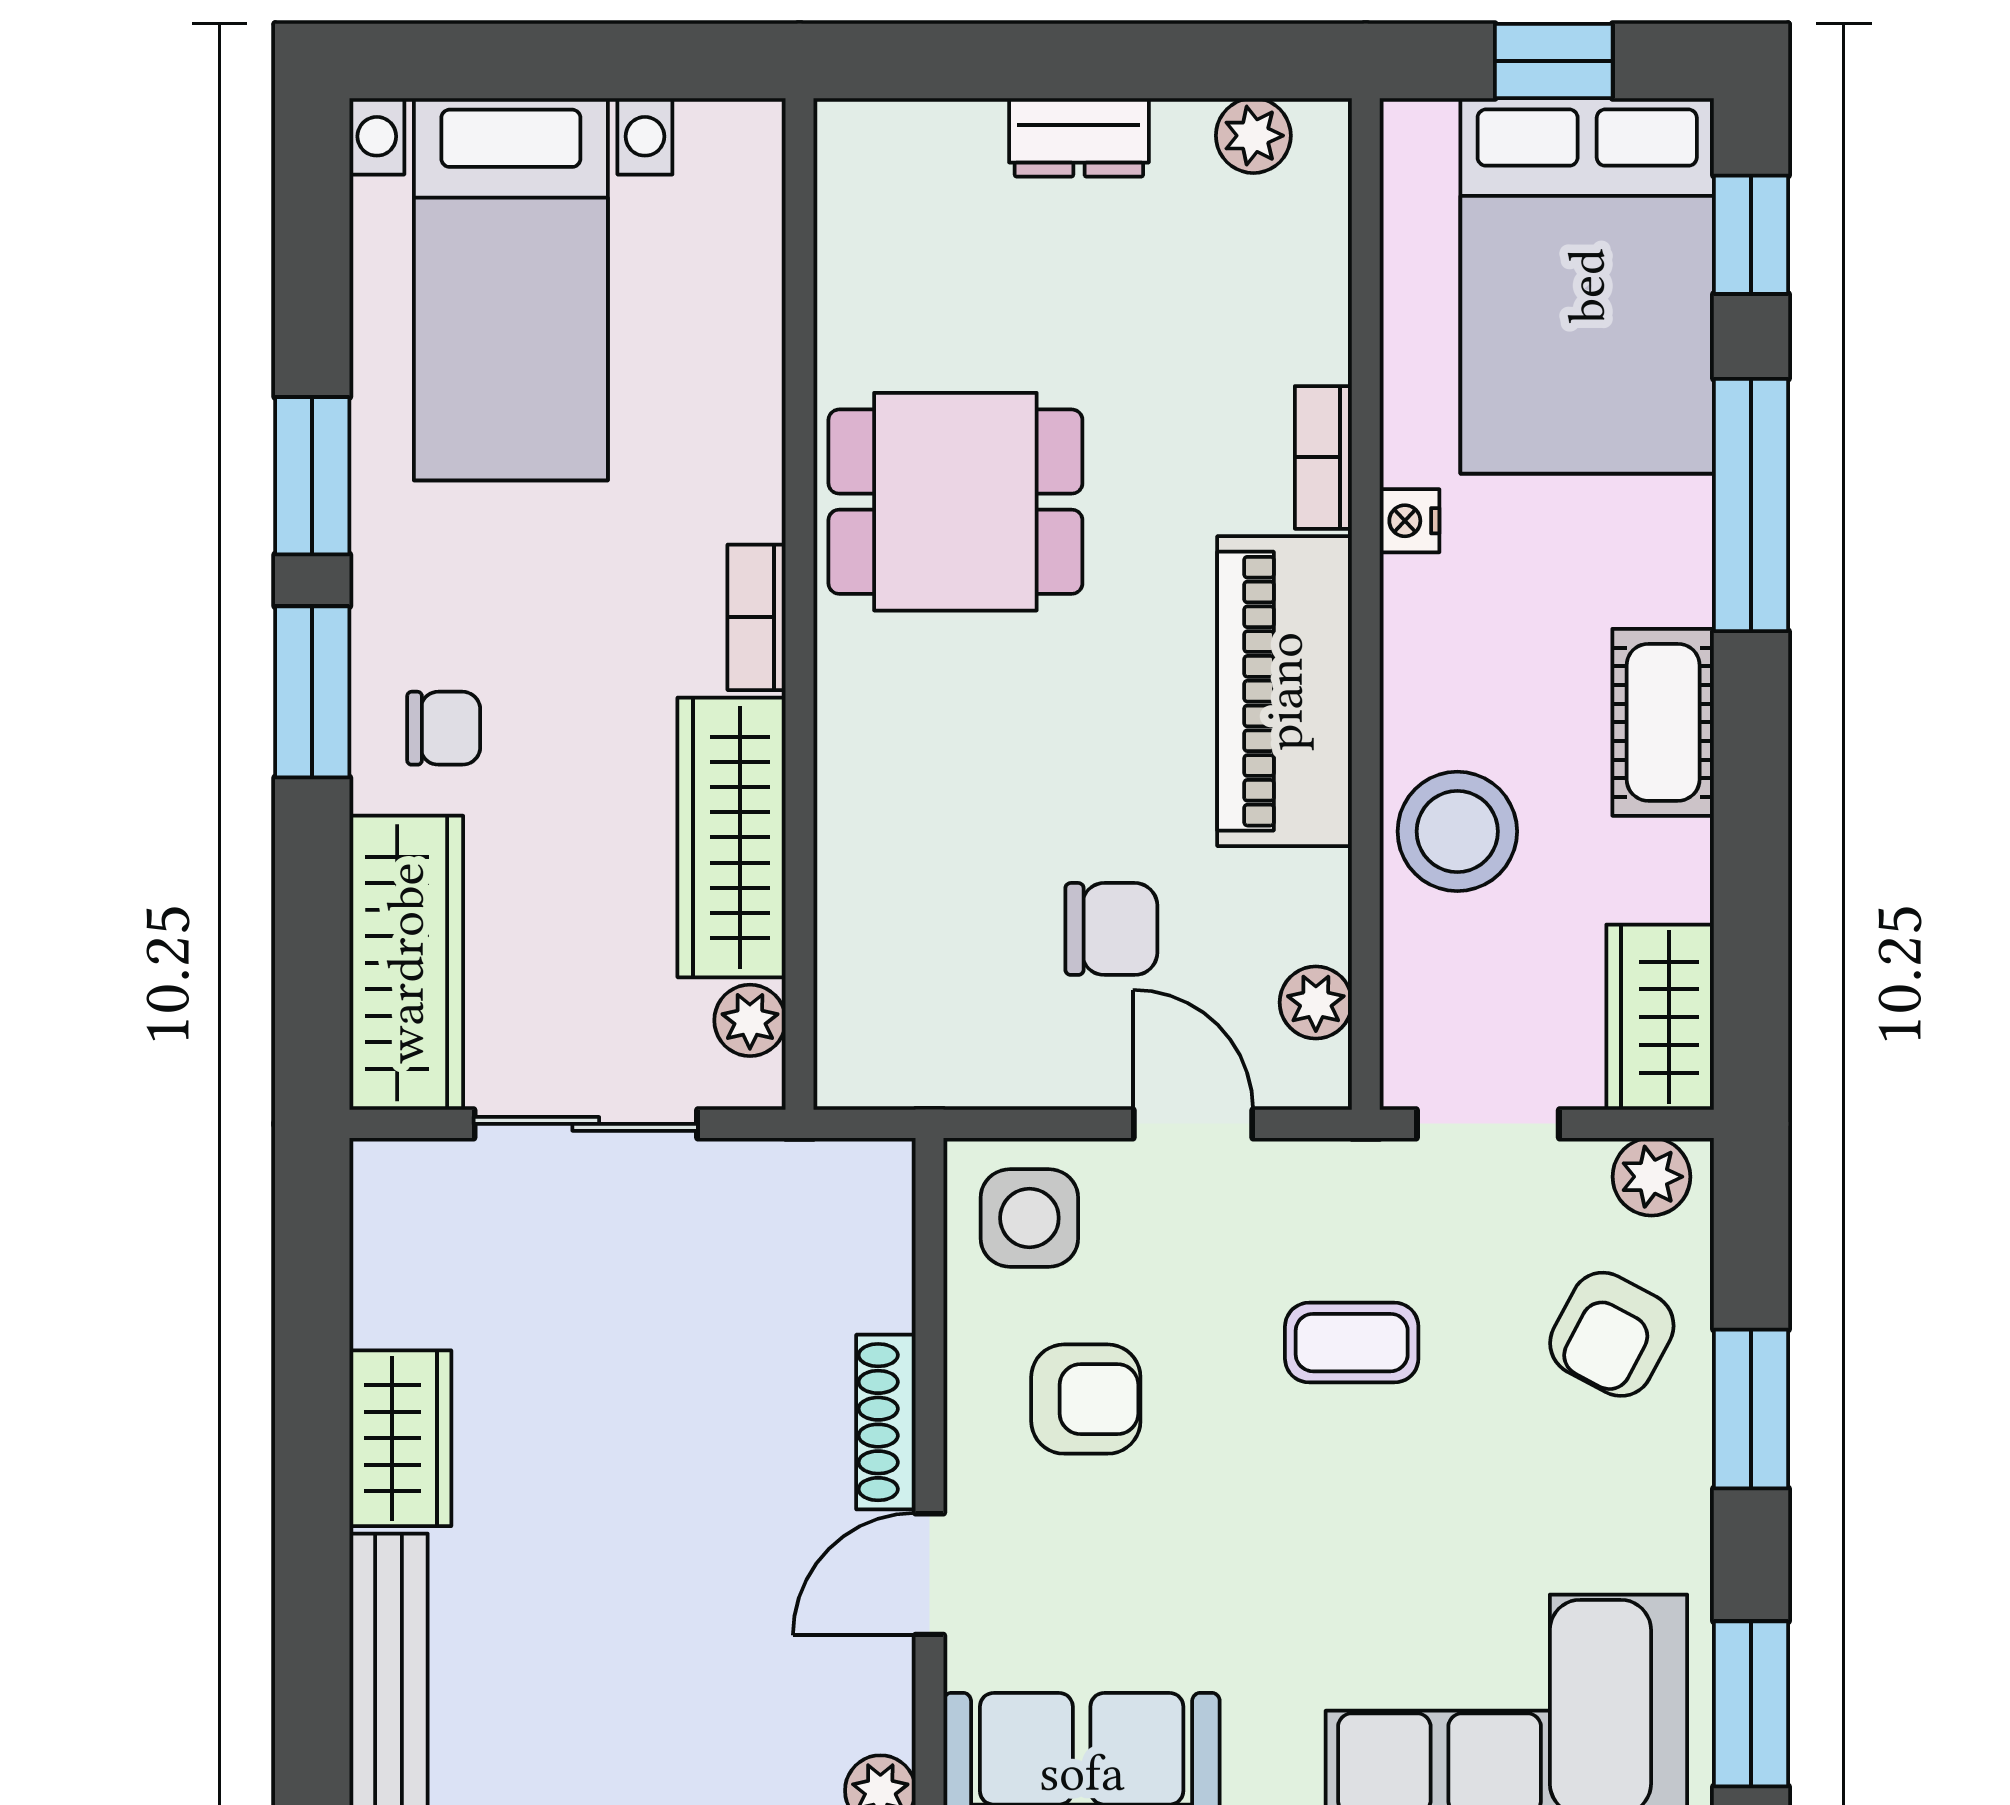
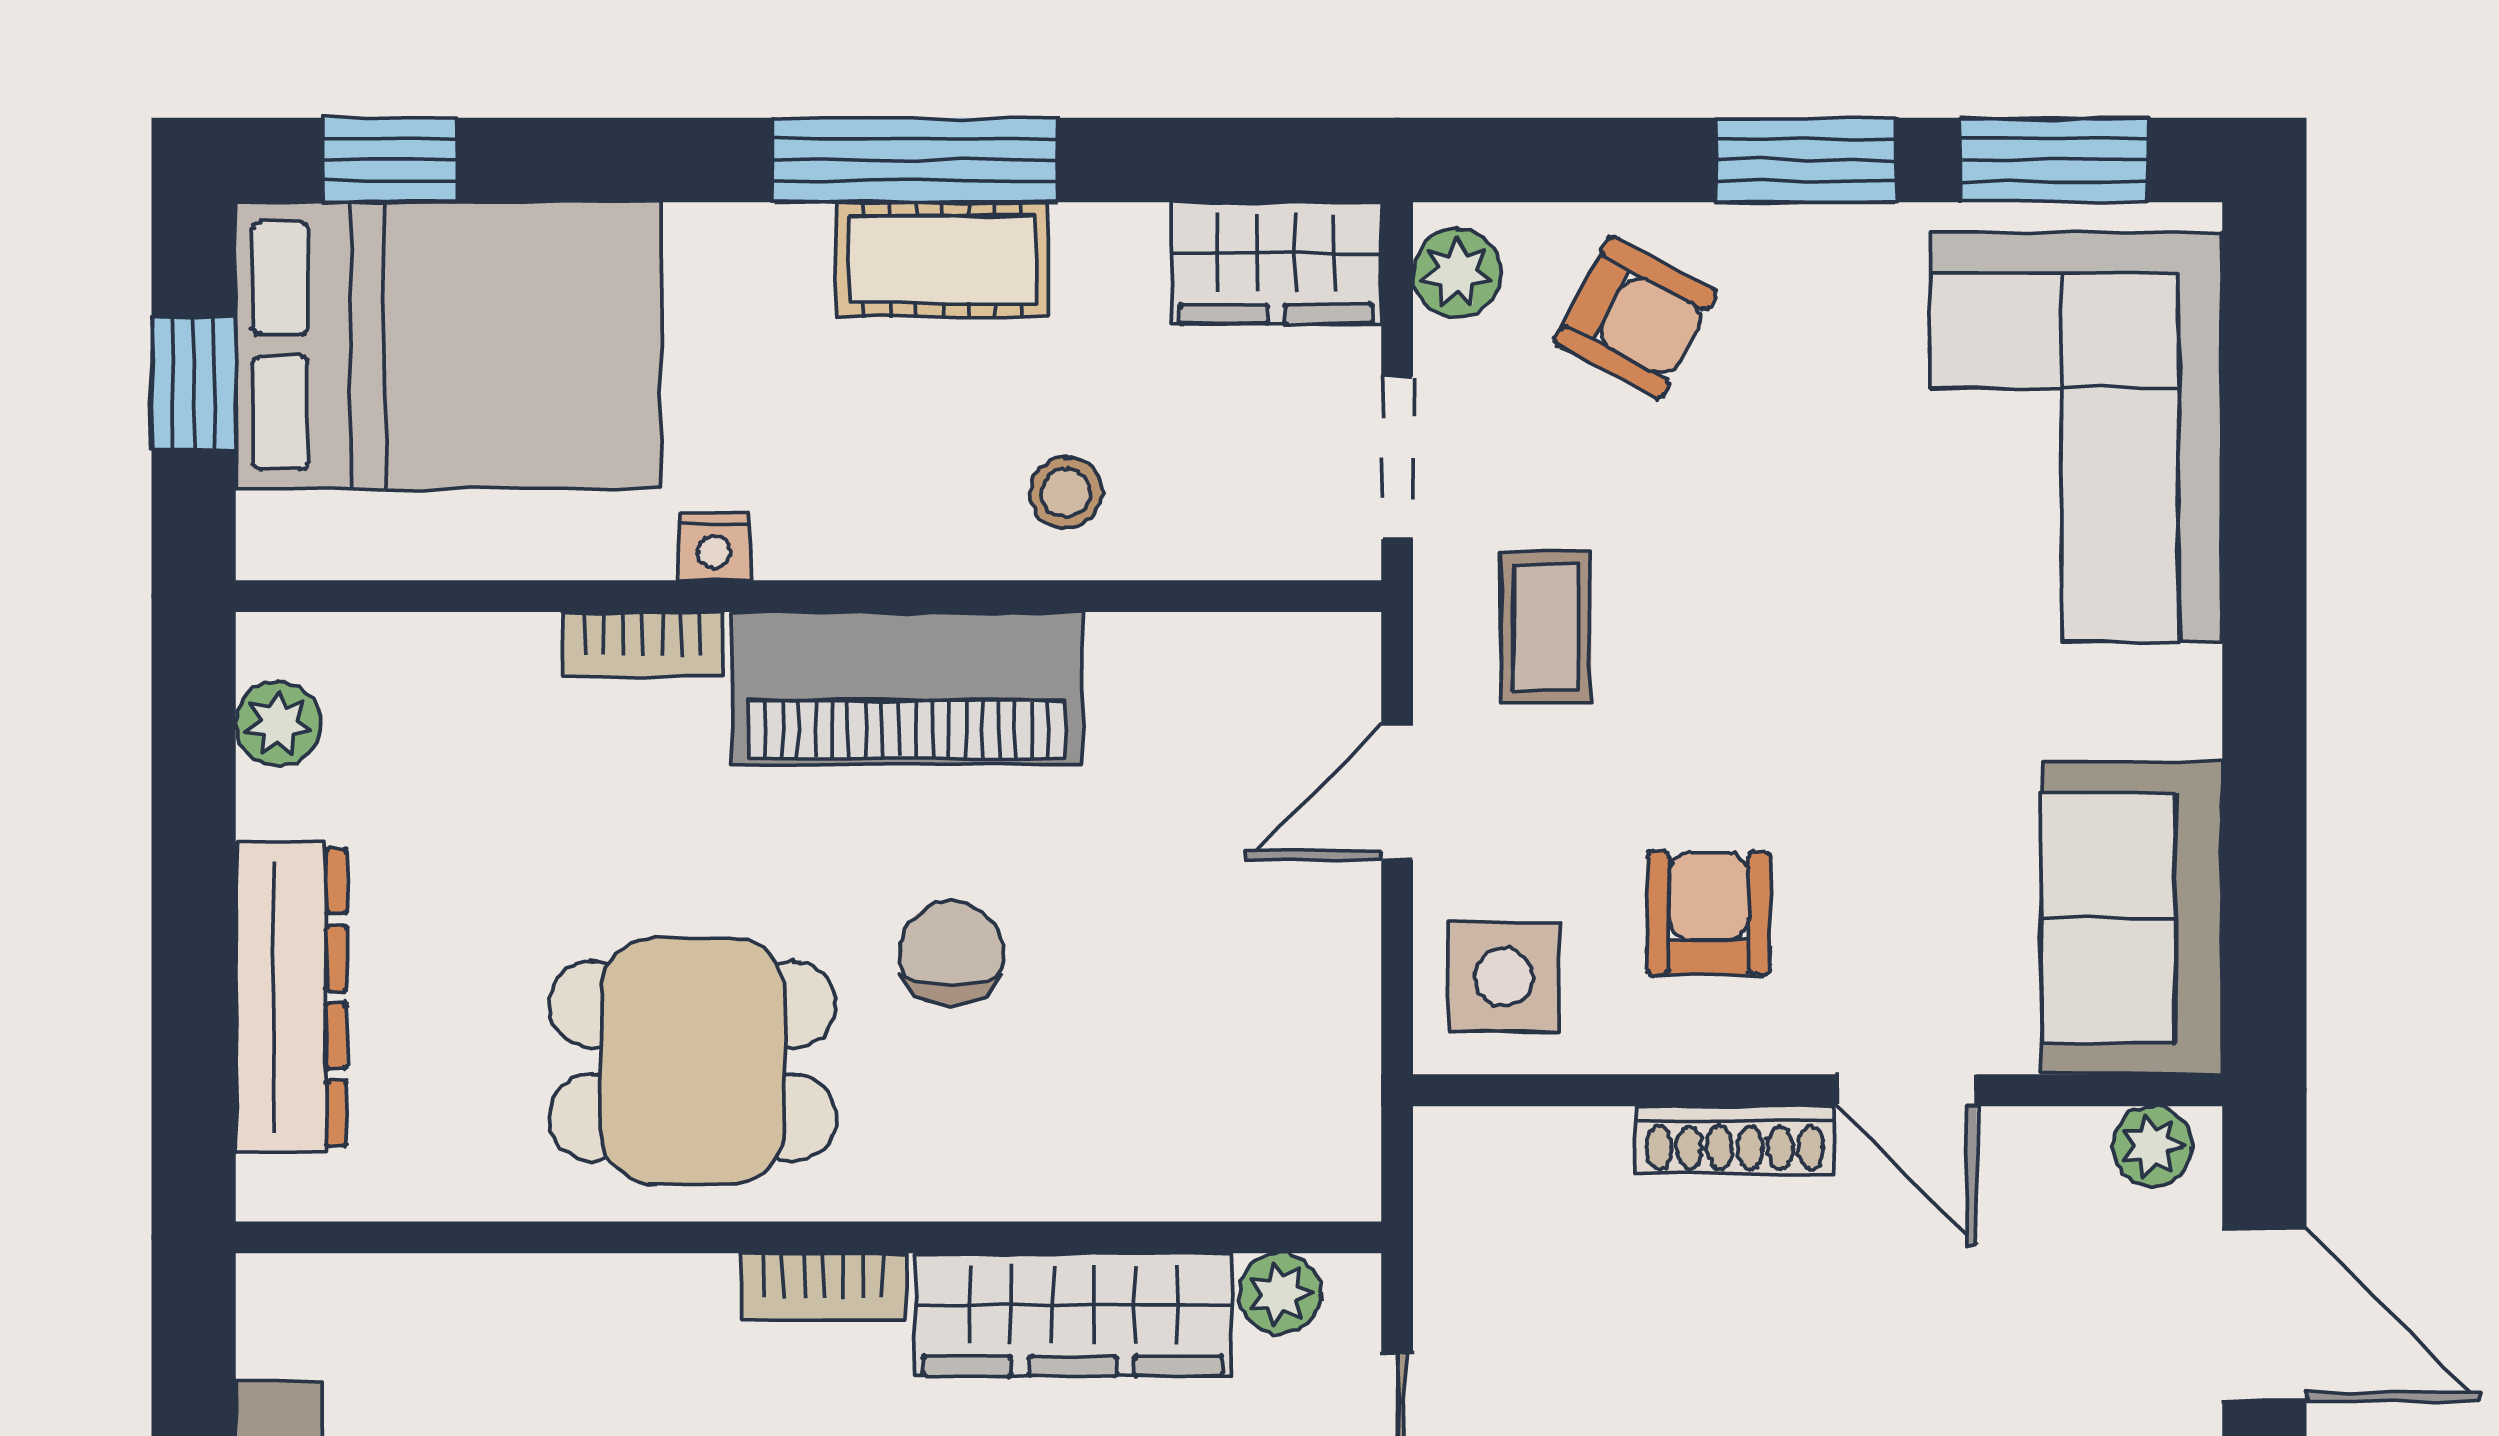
dresser: (1079, 137) -> (291, 997), width x1.96, depth x1.24
dining table: (955, 502) -> (693, 1061), turned 90
window: (1751, 505) -> (915, 160), moved
stool: (1457, 831) -> (1066, 493), width x0.53, depth x0.53
chair: (1111, 929) -> (951, 953), moved
plant: (1316, 1002) -> (1260, 653), removed
coffee table: (1352, 1343) -> (1546, 627), moved
window: (1751, 1409) -> (1806, 160), moved

